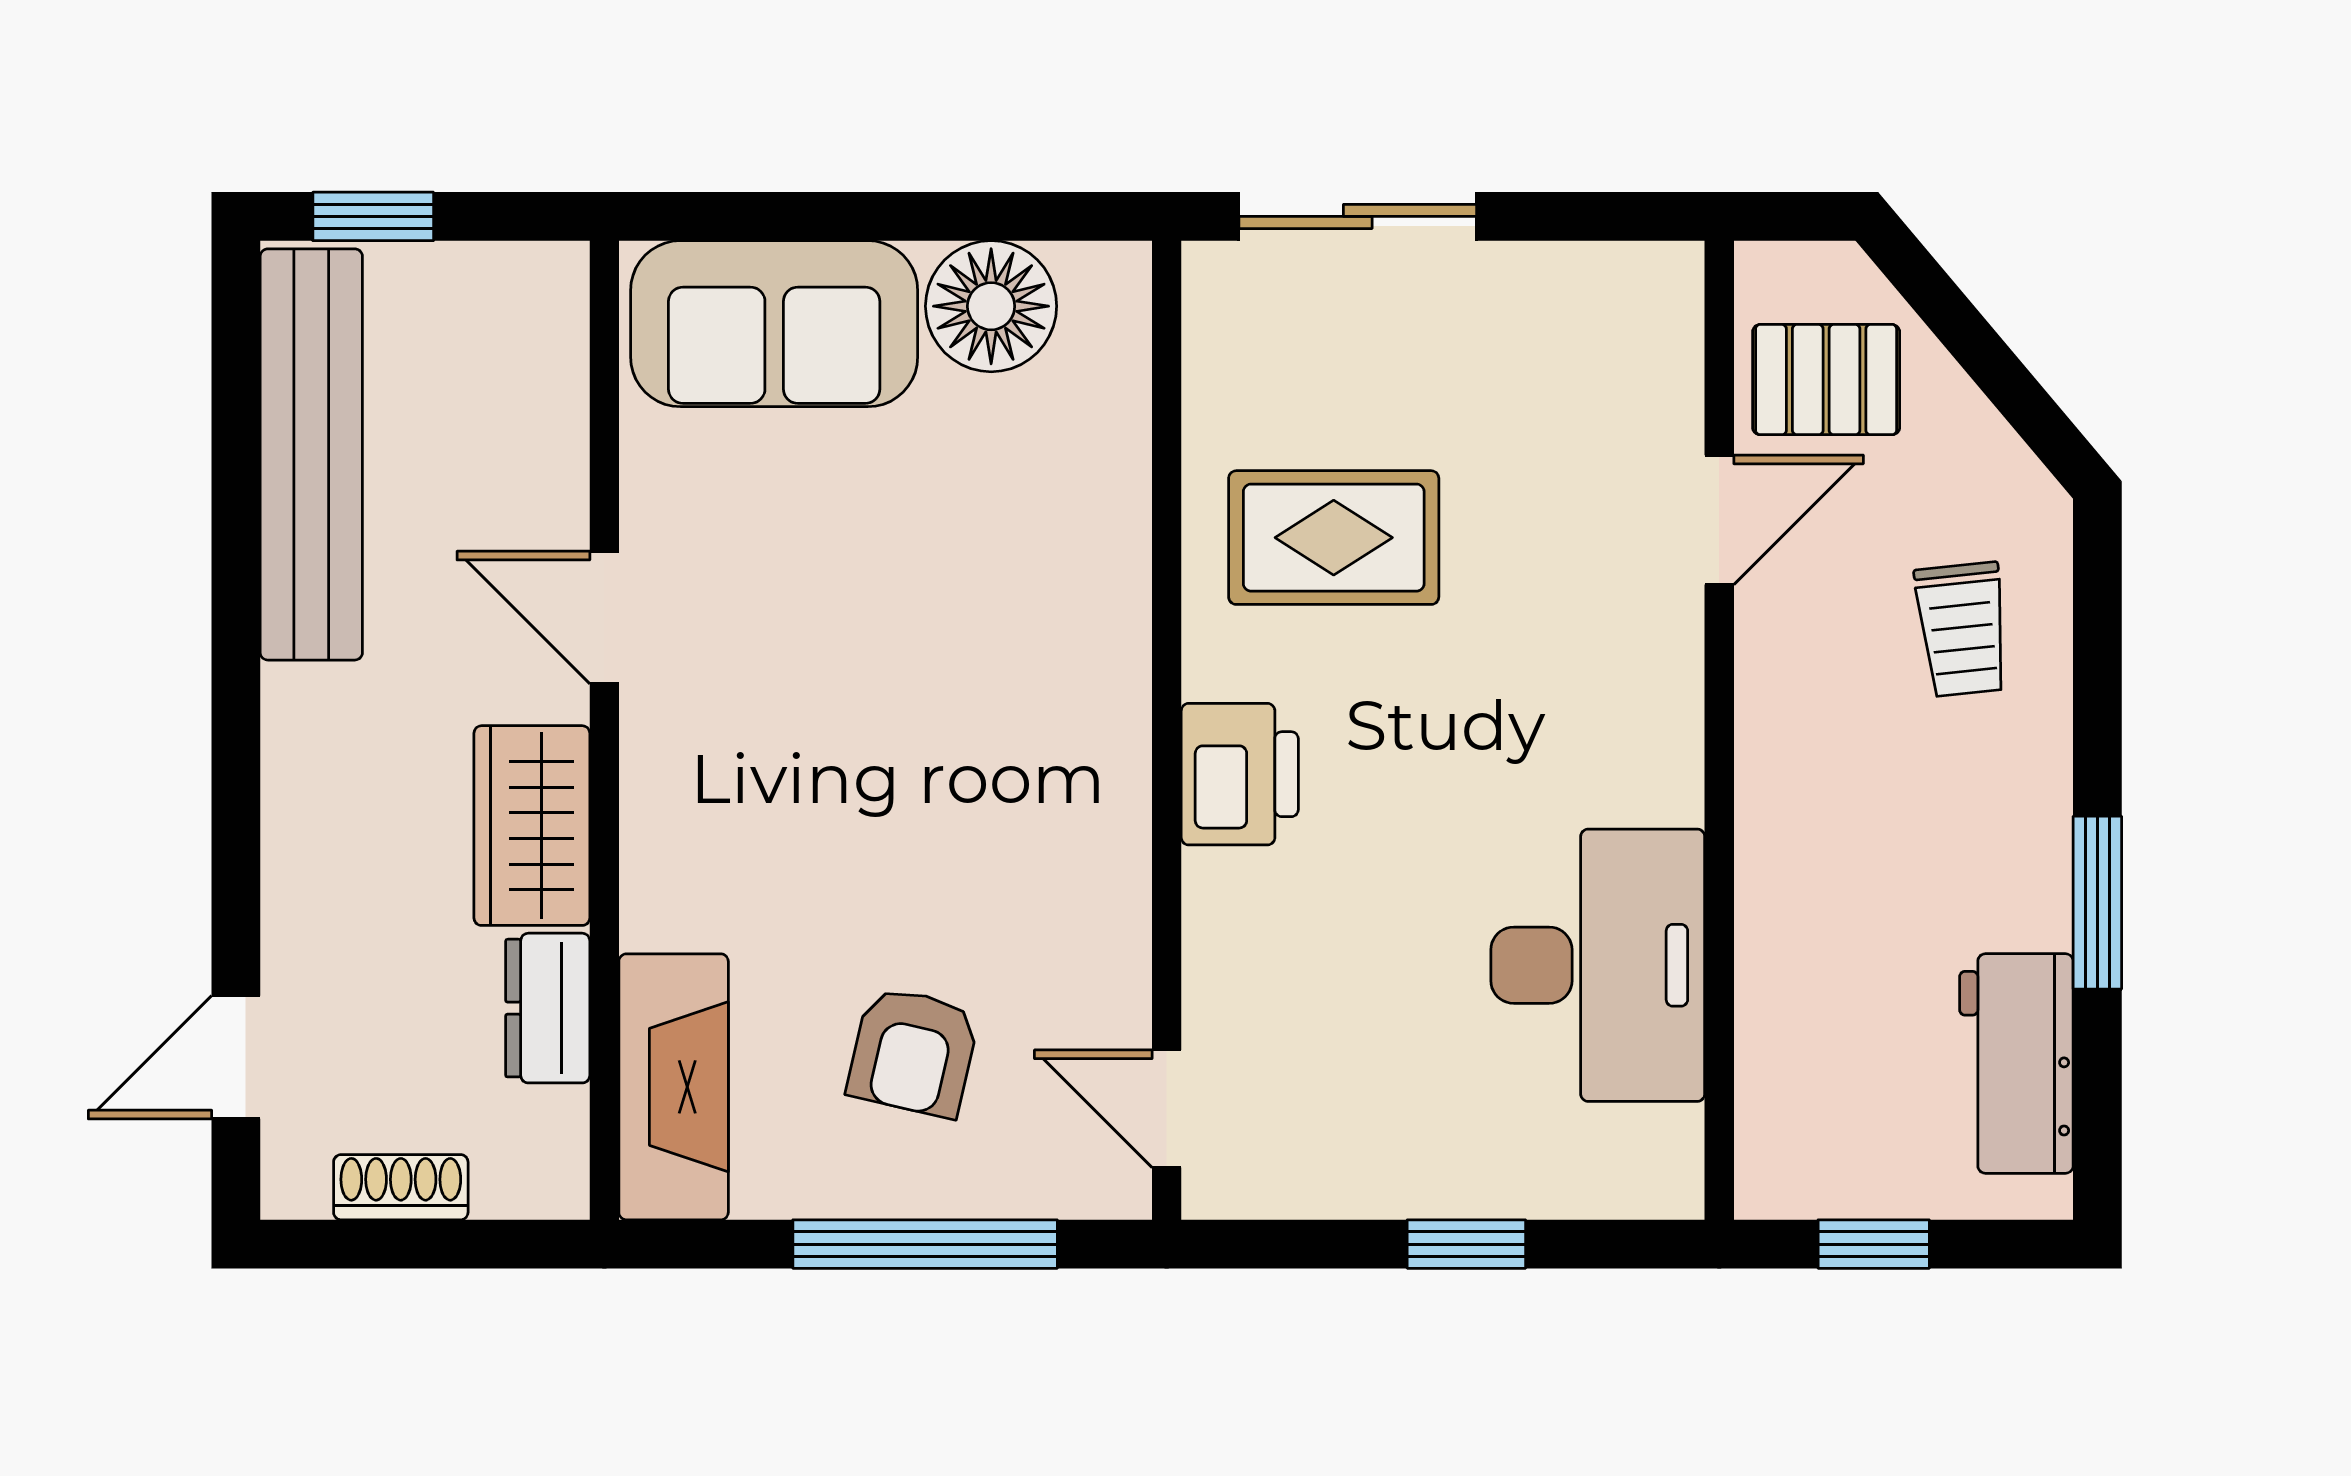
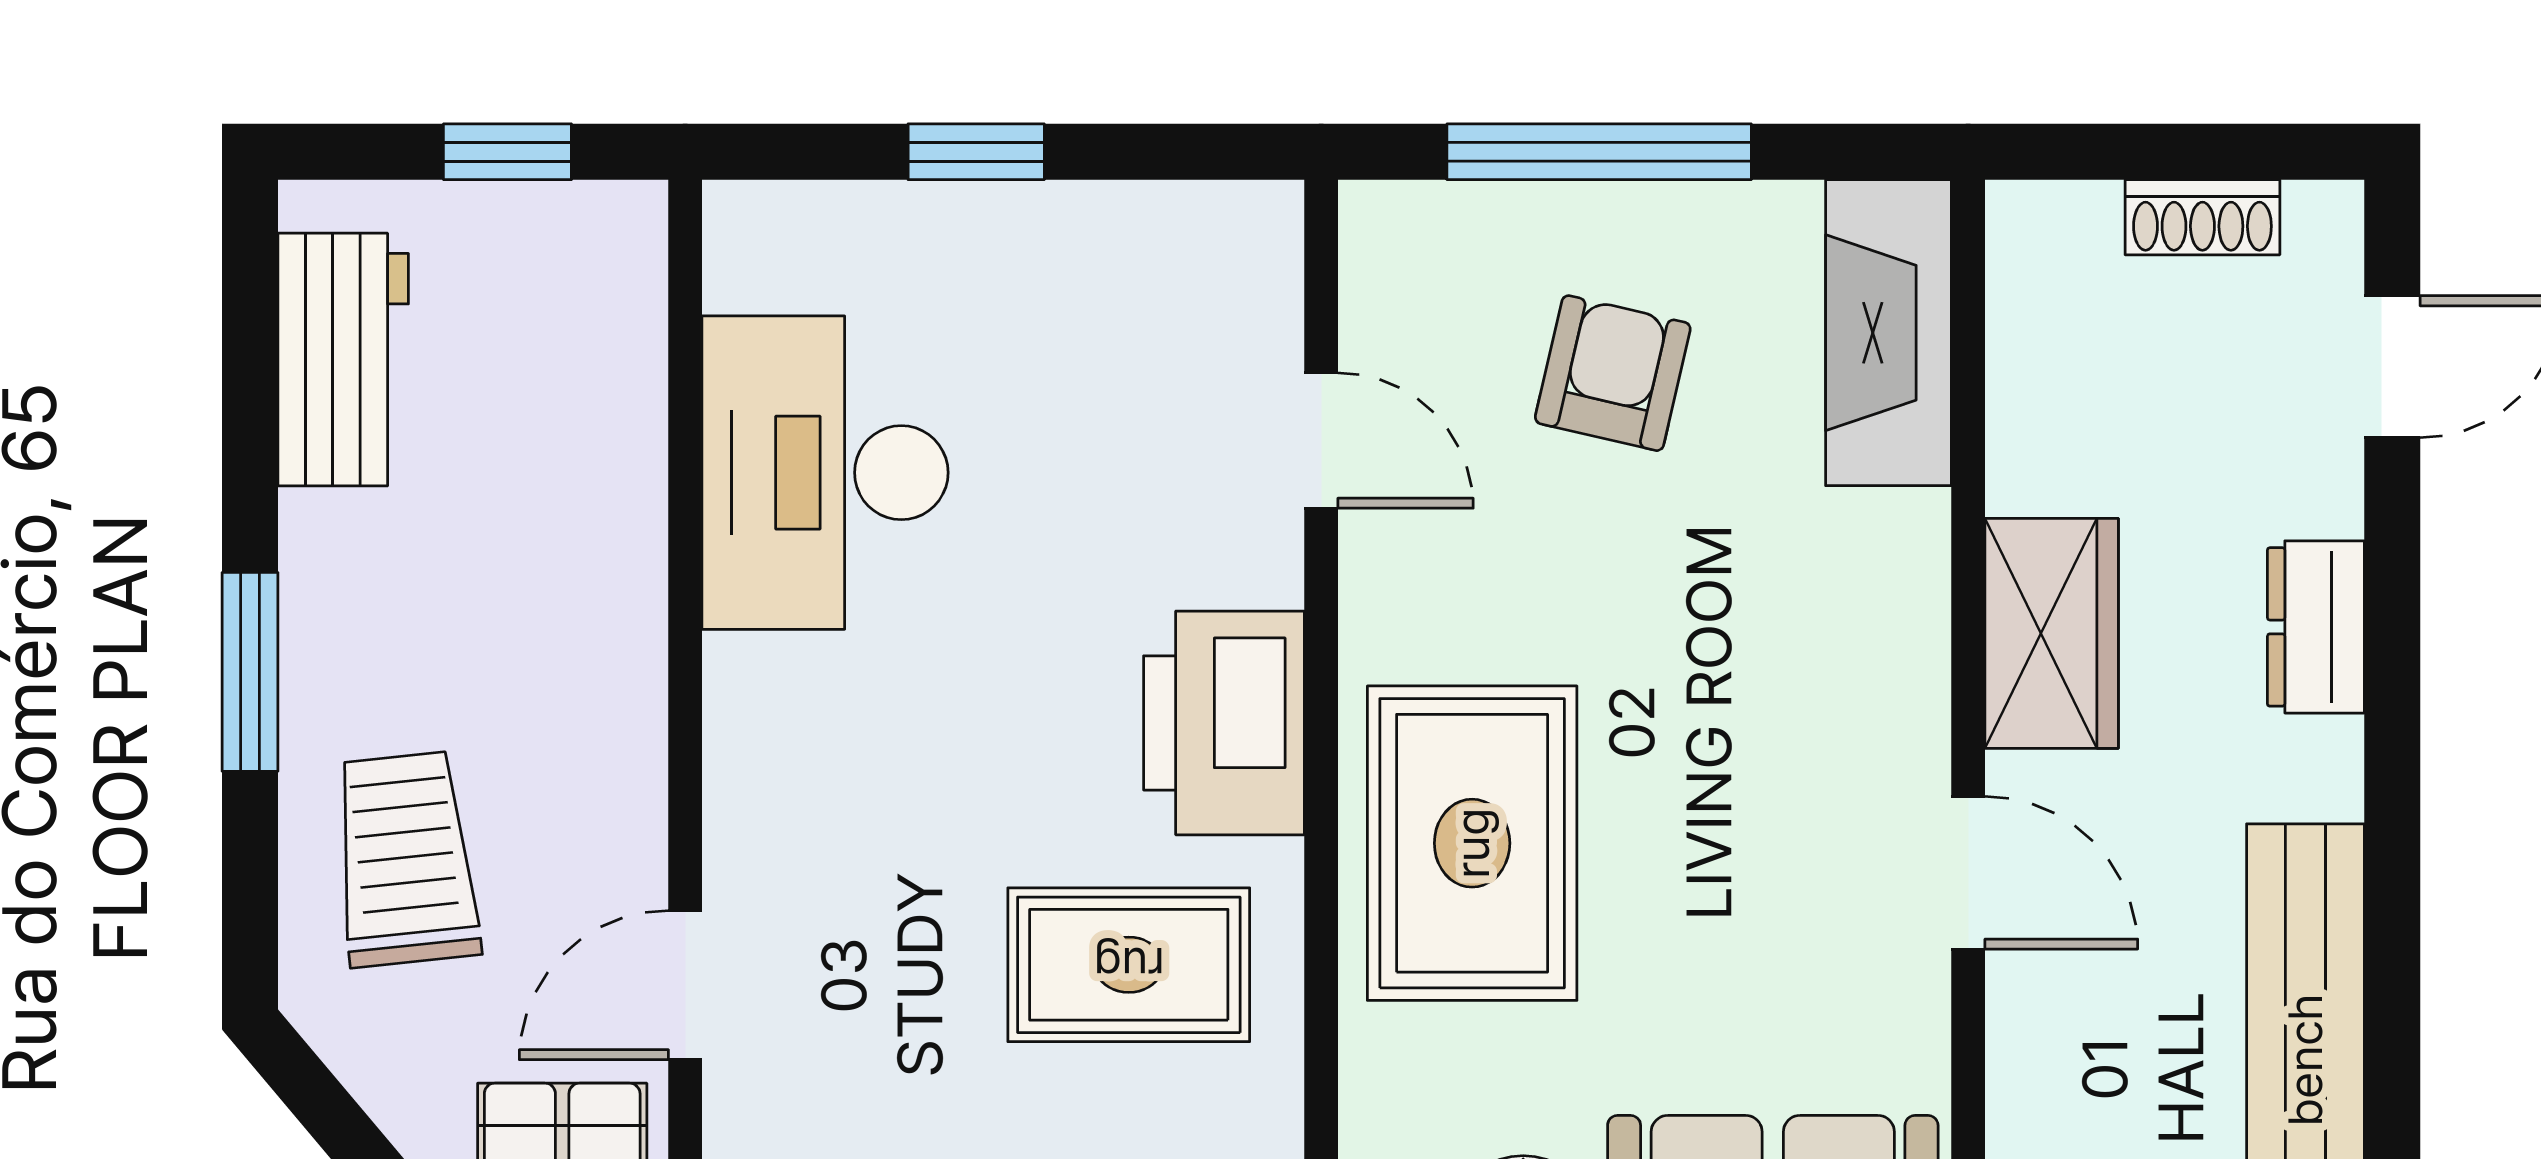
trolley: (1962, 629) -> (406, 859), width x1.36, depth x1.39
rug: (1035, 643) -> (1472, 843), added
printer: (1240, 774) -> (1224, 723), width x1.37, depth x1.19
window: (2097, 903) -> (250, 672), moved
dresser: (548, 1008) -> (2316, 627), moved, turned 180
door: (1167, 1109) -> (1321, 441), moved

